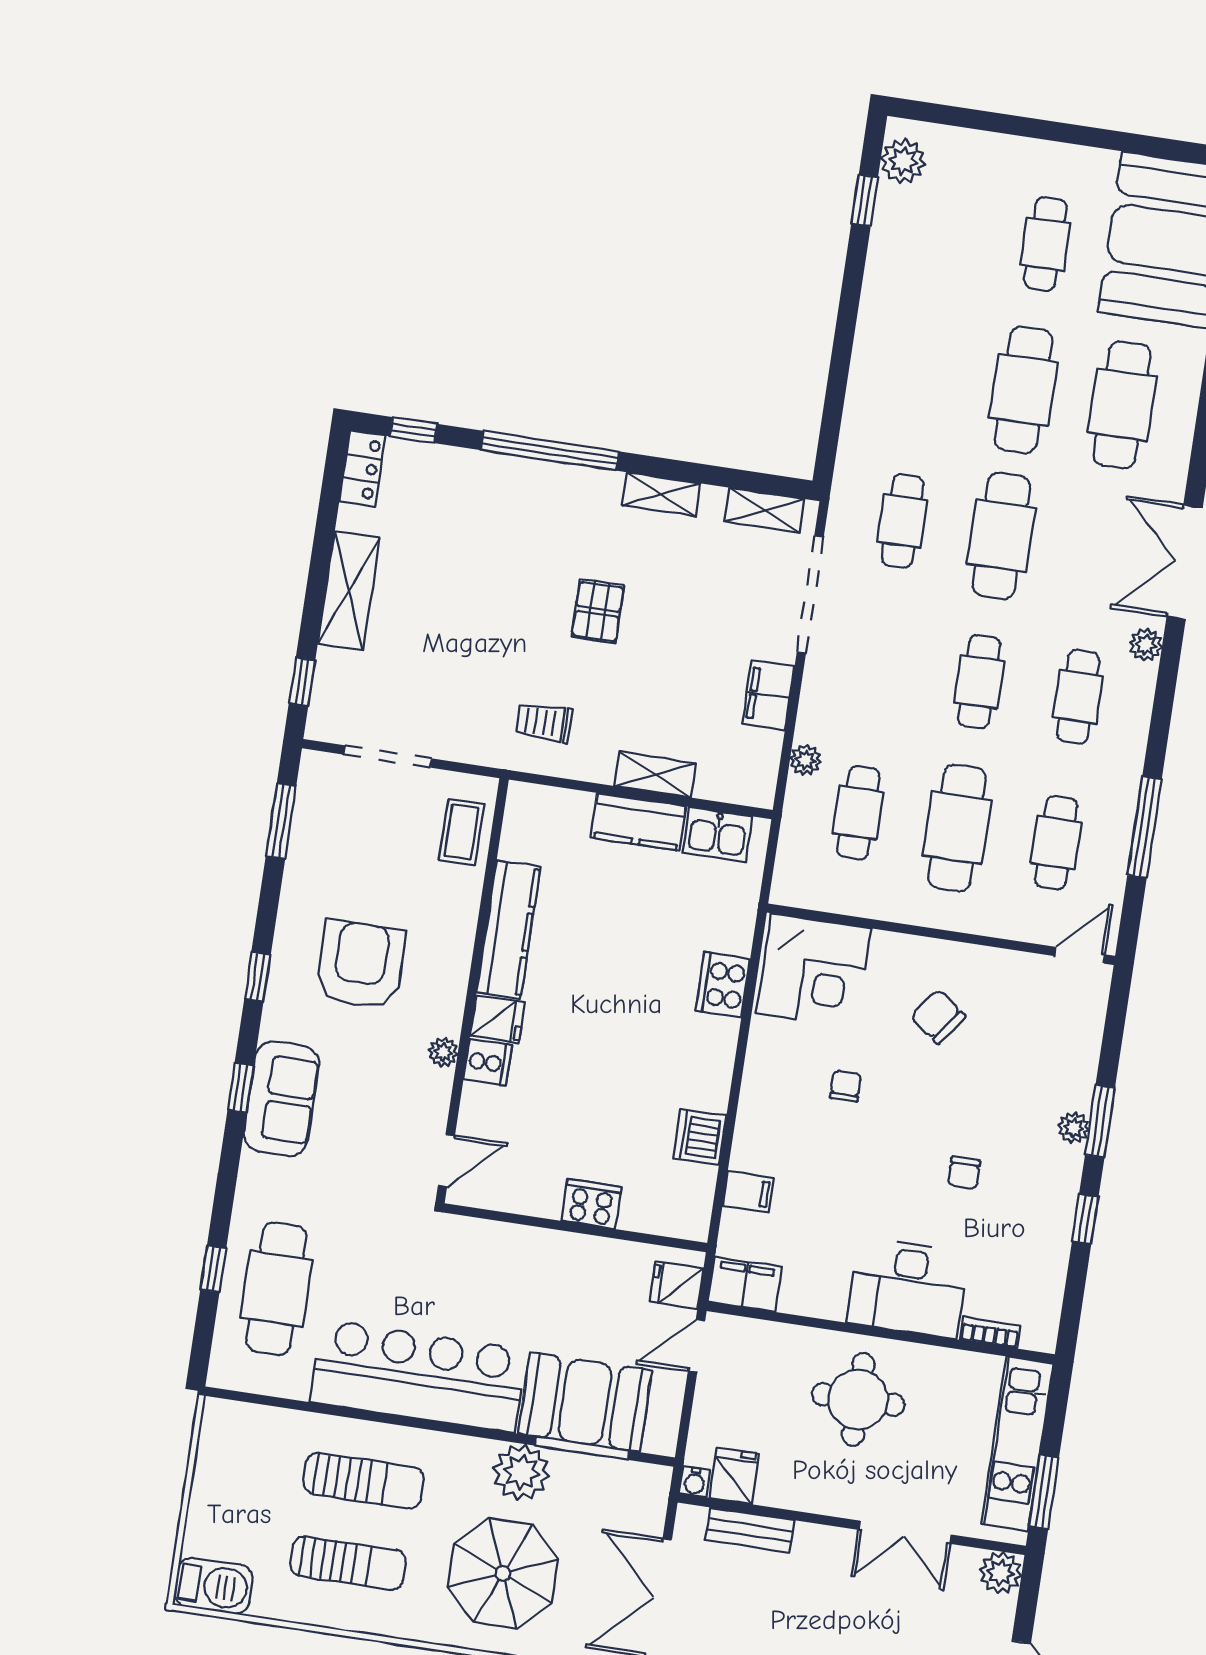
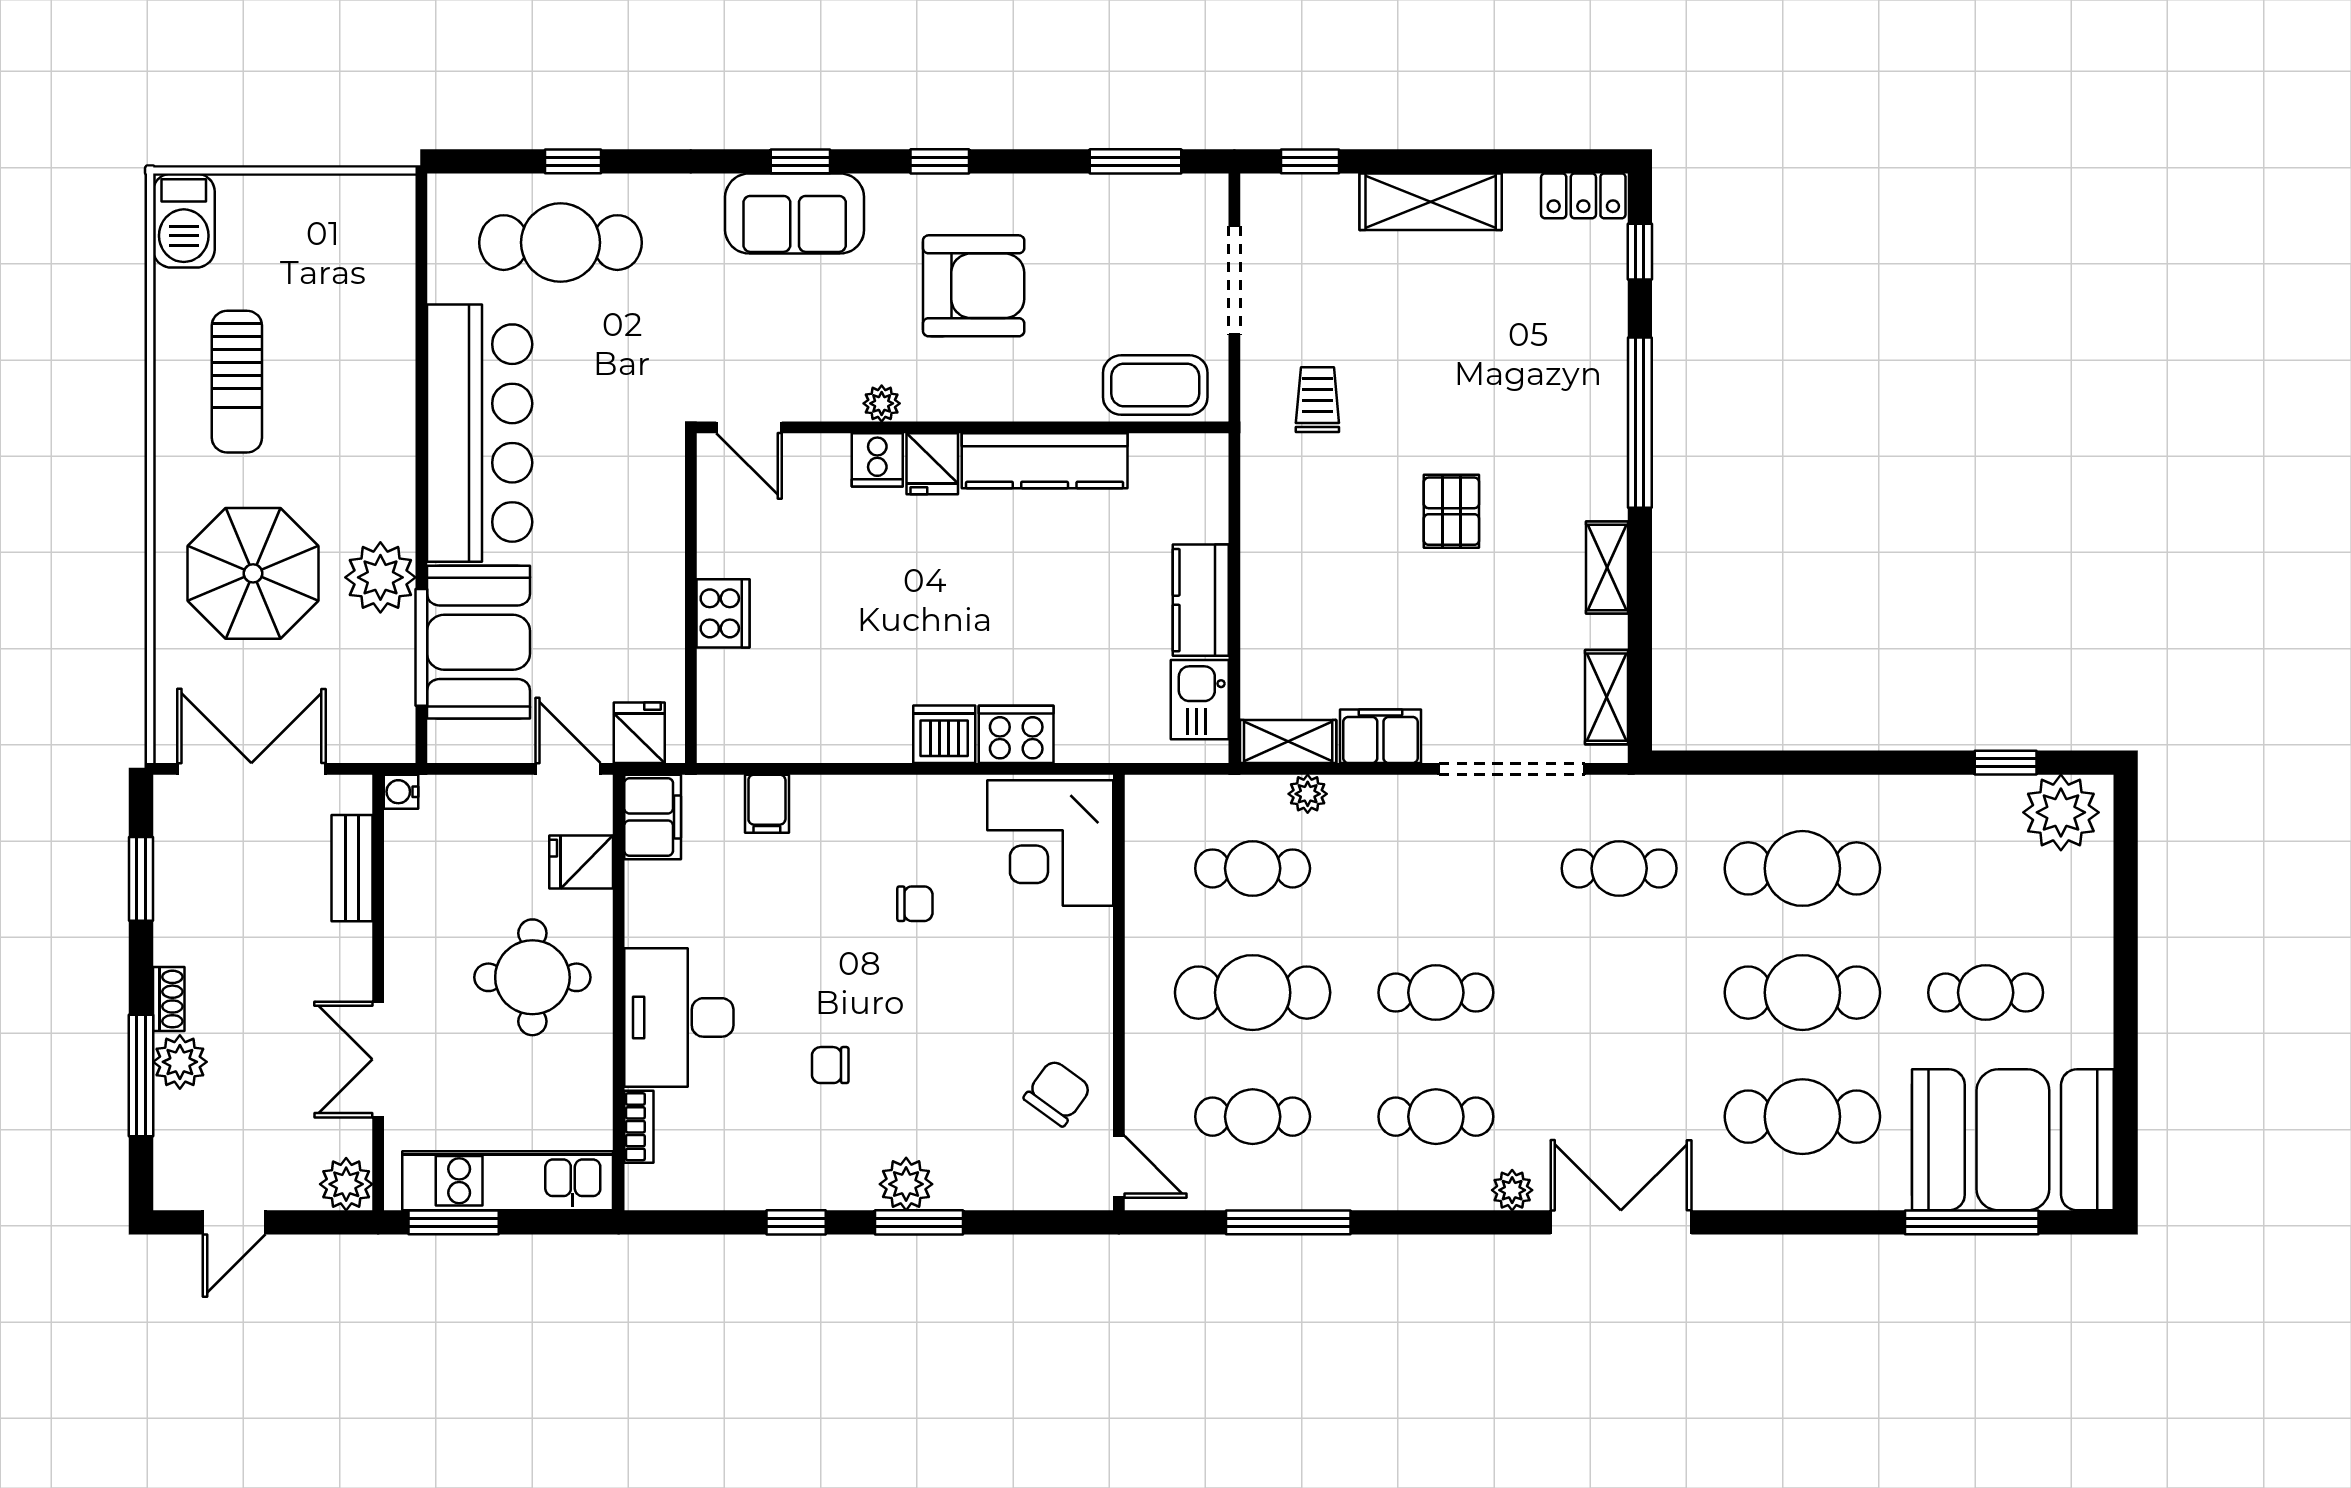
plant: (903, 161) -> (2061, 812), width x1.36, depth x1.36
cafe table: (1001, 536) -> (1802, 868), moved
pallet: (598, 611) -> (1451, 511), turned 90
trolley: (544, 722) -> (1317, 400), moved
shelving: (655, 775) -> (1288, 741), moved, turned 90
coffee table: (461, 832) -> (1155, 385), width x1.36, depth x1.30
chair: (938, 1017) -> (1057, 1093), moved
plant: (1074, 1128) -> (906, 1184), width x1.38, depth x1.38
dishwasher: (700, 1137) -> (944, 734), moved
fridge: (734, 1476) -> (581, 862), moved, turned 180
sun lounger: (364, 1481) -> (341, 385), removed

